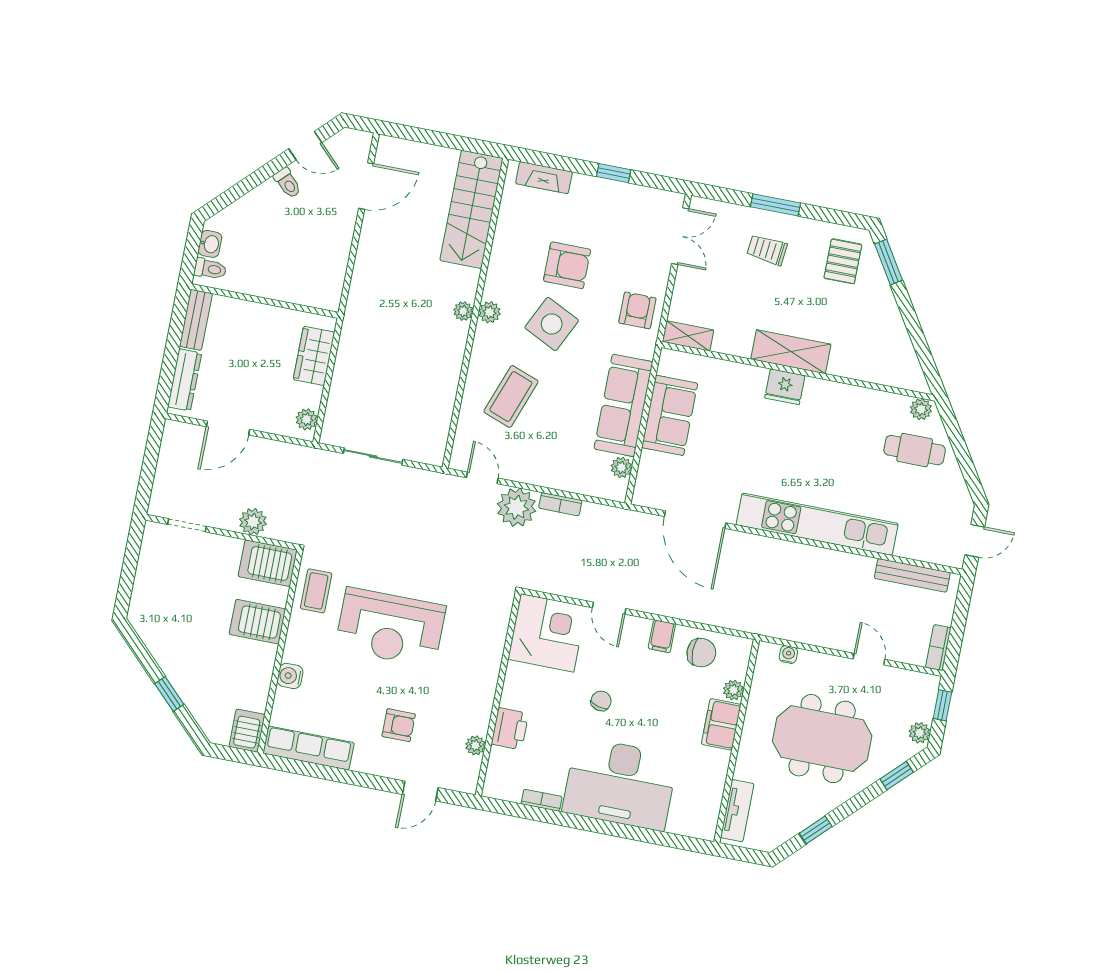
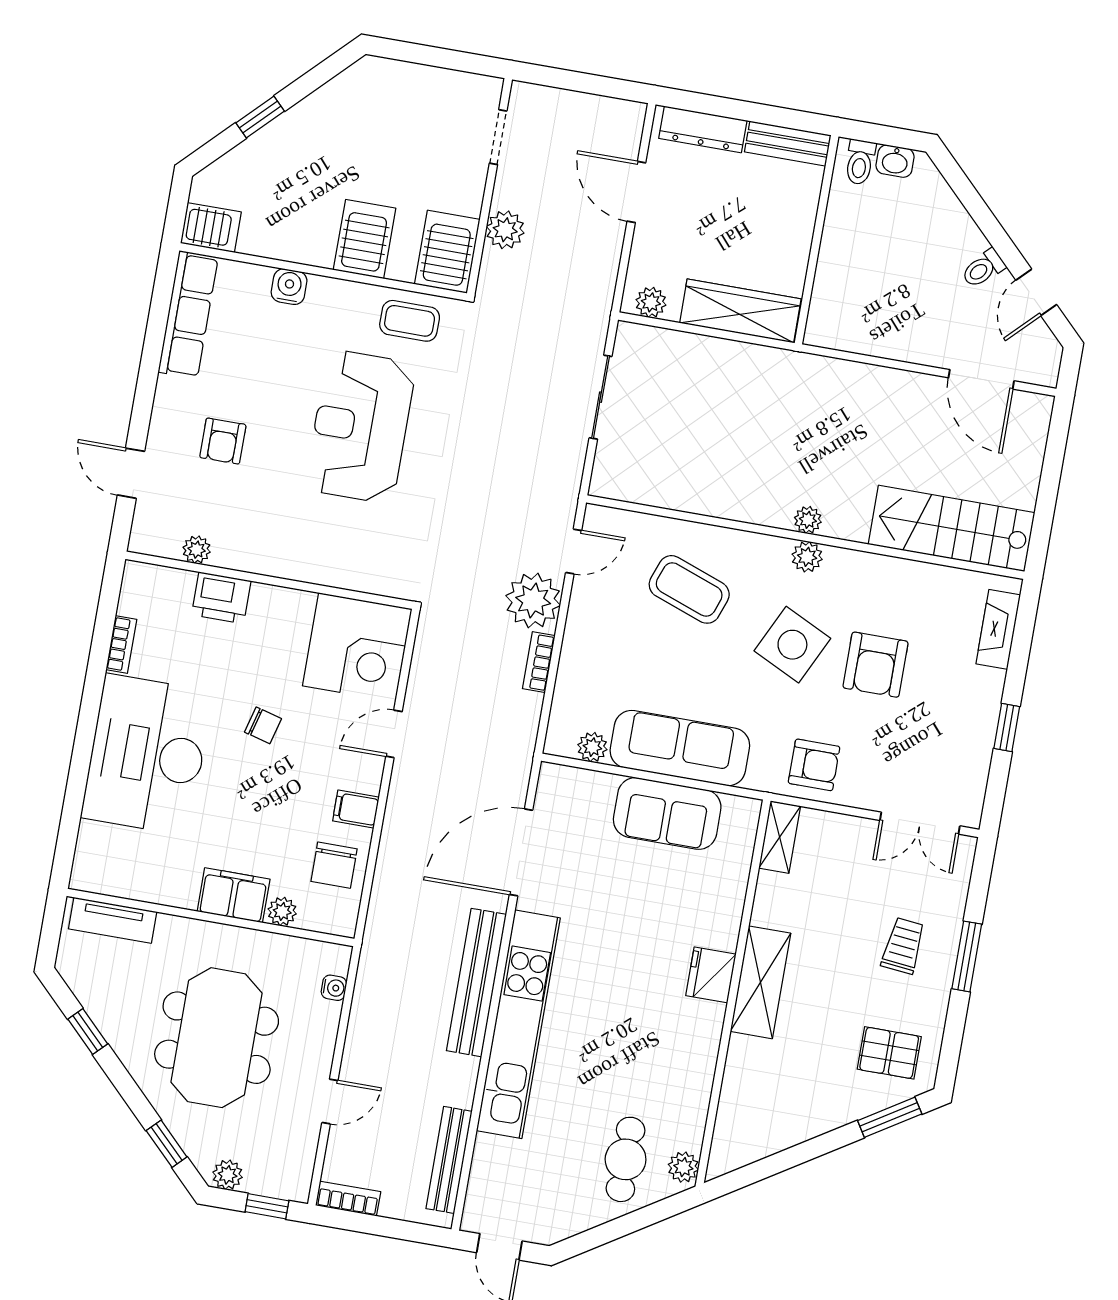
wardrobe: (314, 356) -> (740, 311), width x1.50
bench: (787, 553) -> (476, 983), added

